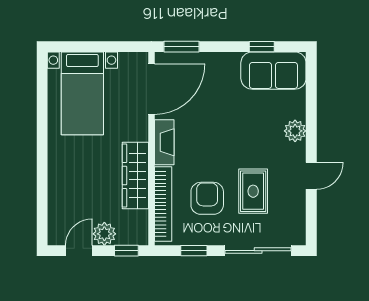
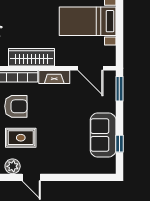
sofa: (273, 71) -> (103, 135), moved
door: (151, 89) -> (90, 68), width x0.73
plant: (295, 131) -> (13, 166), moved

